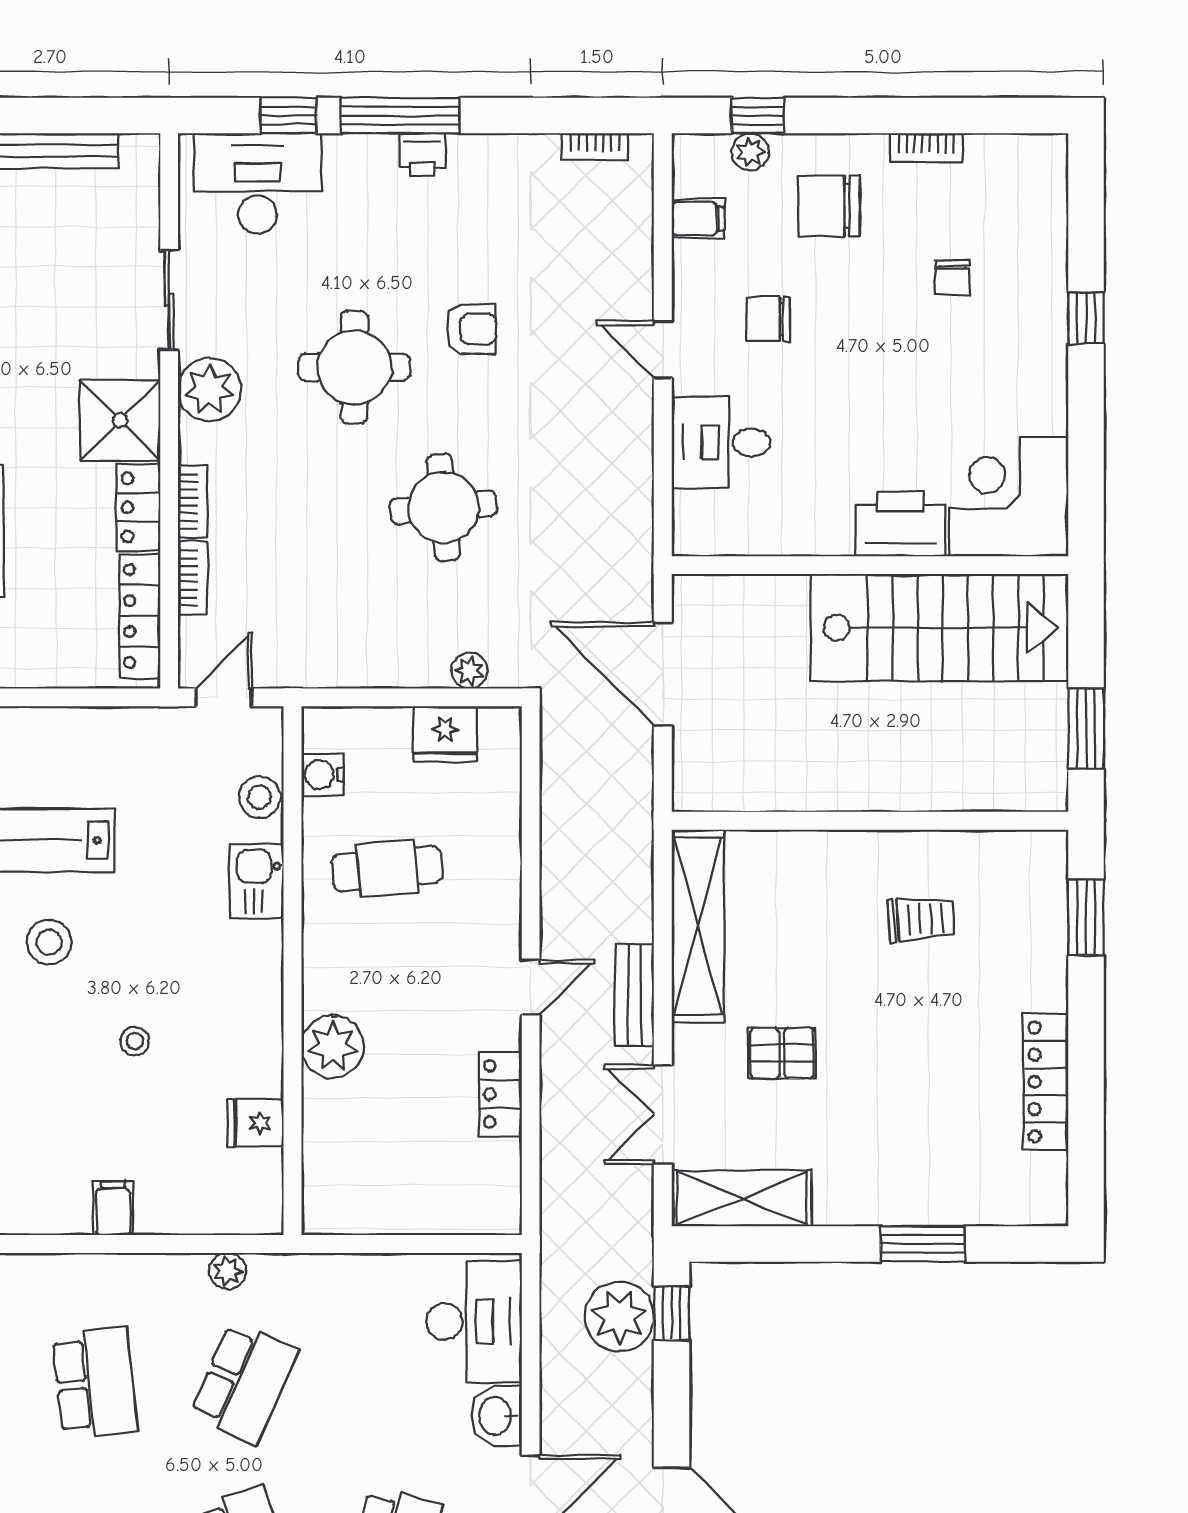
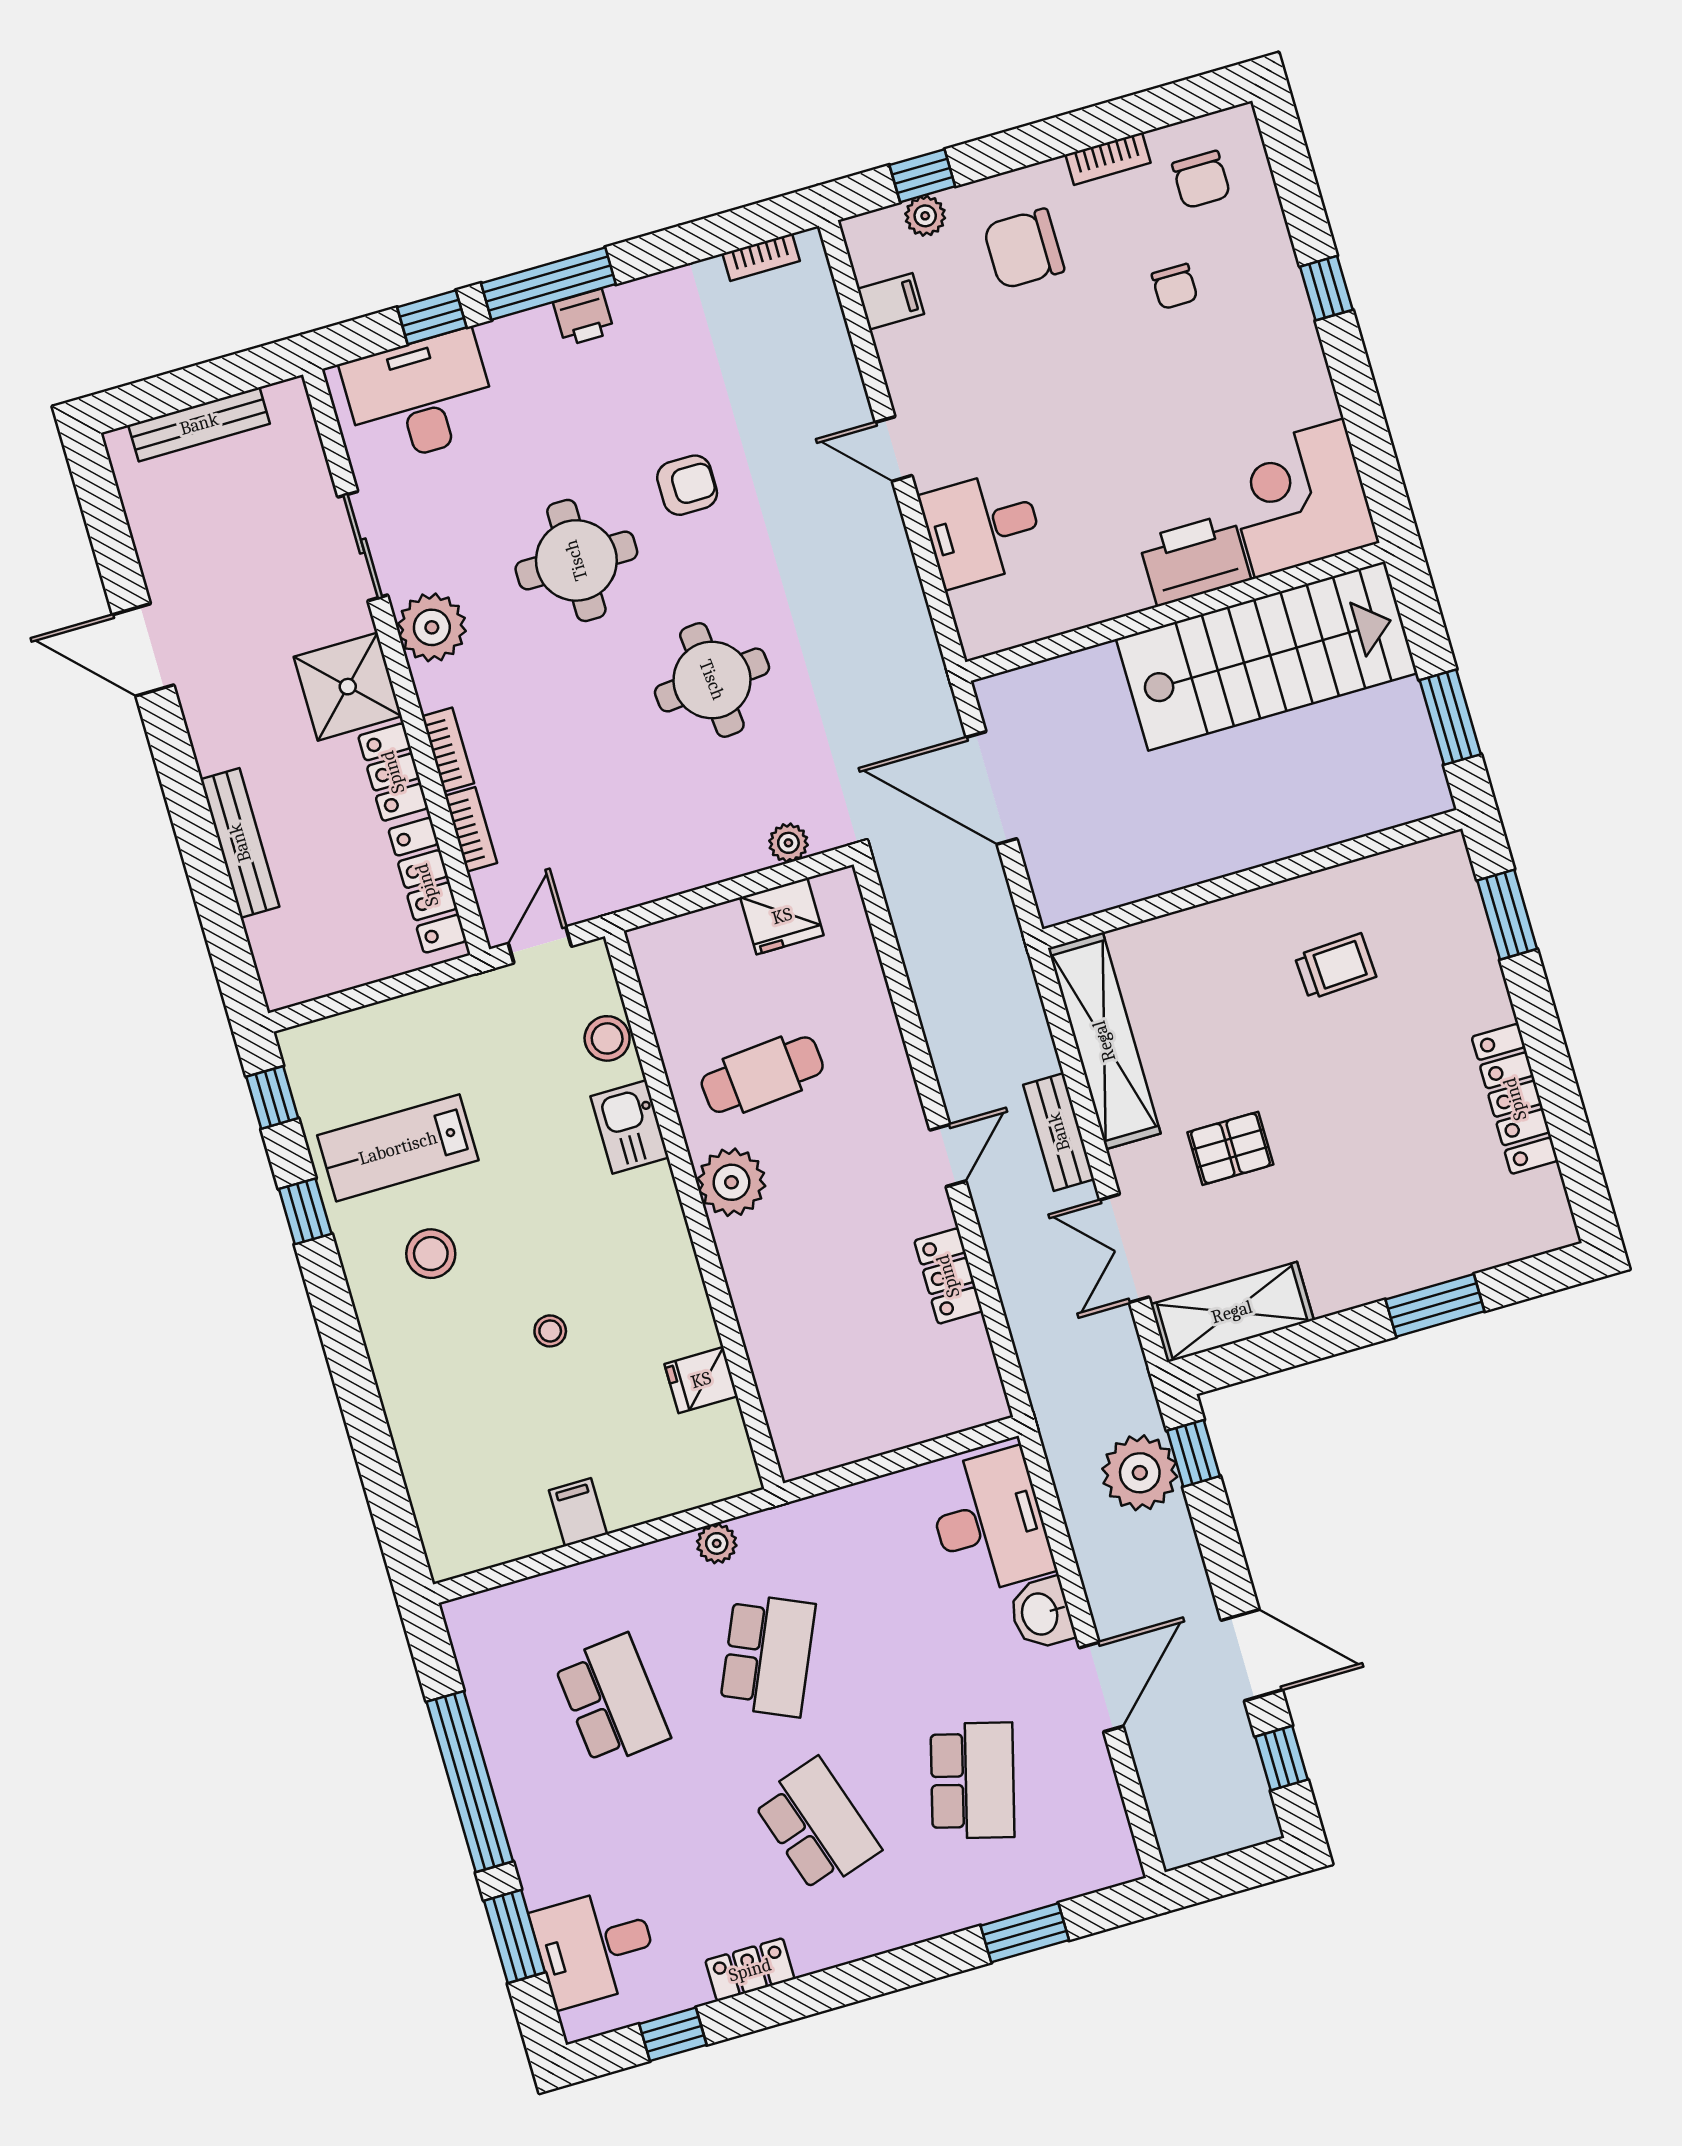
chair: (768, 319) -> (1201, 180), moved, turned -90
water cooler: (323, 775) -> (666, 996), removed
plant: (333, 1046) -> (731, 1182), moved

